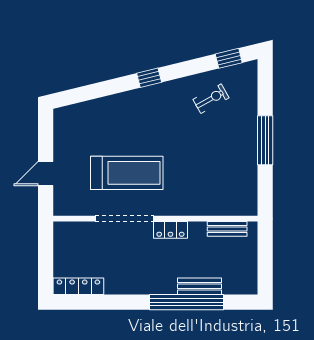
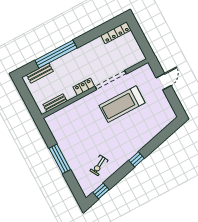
bench: (199, 286) -> (40, 73), moved

